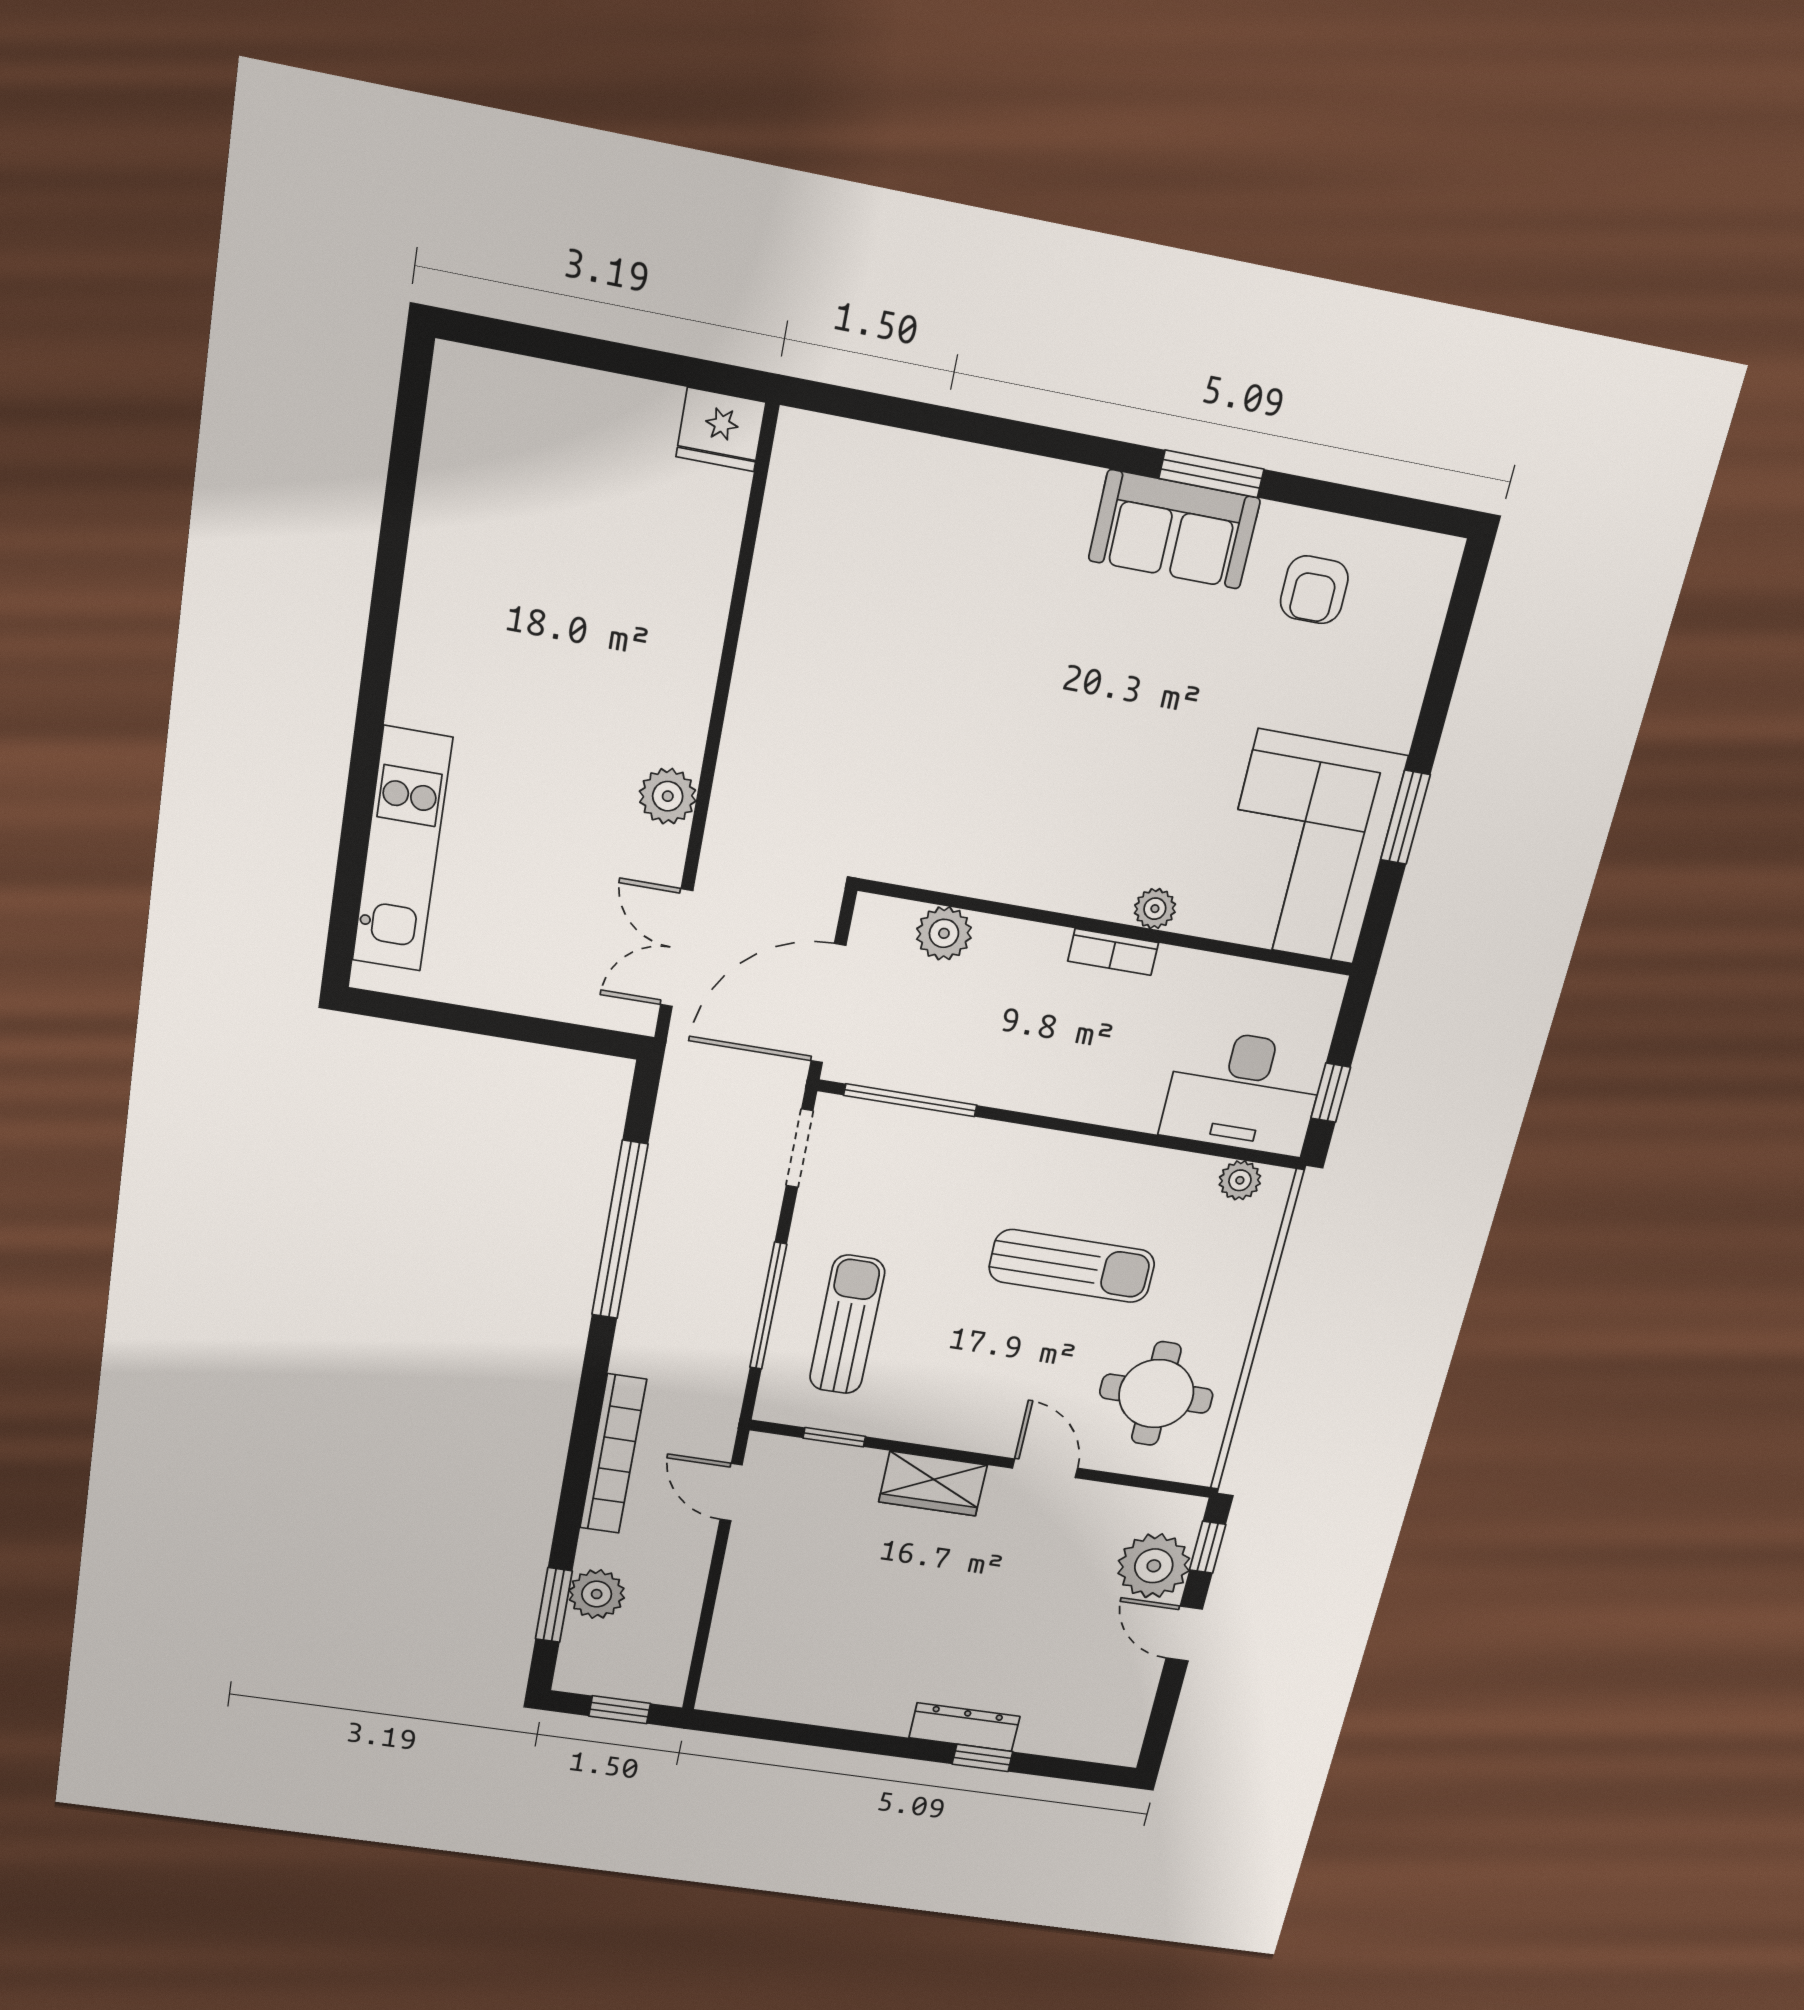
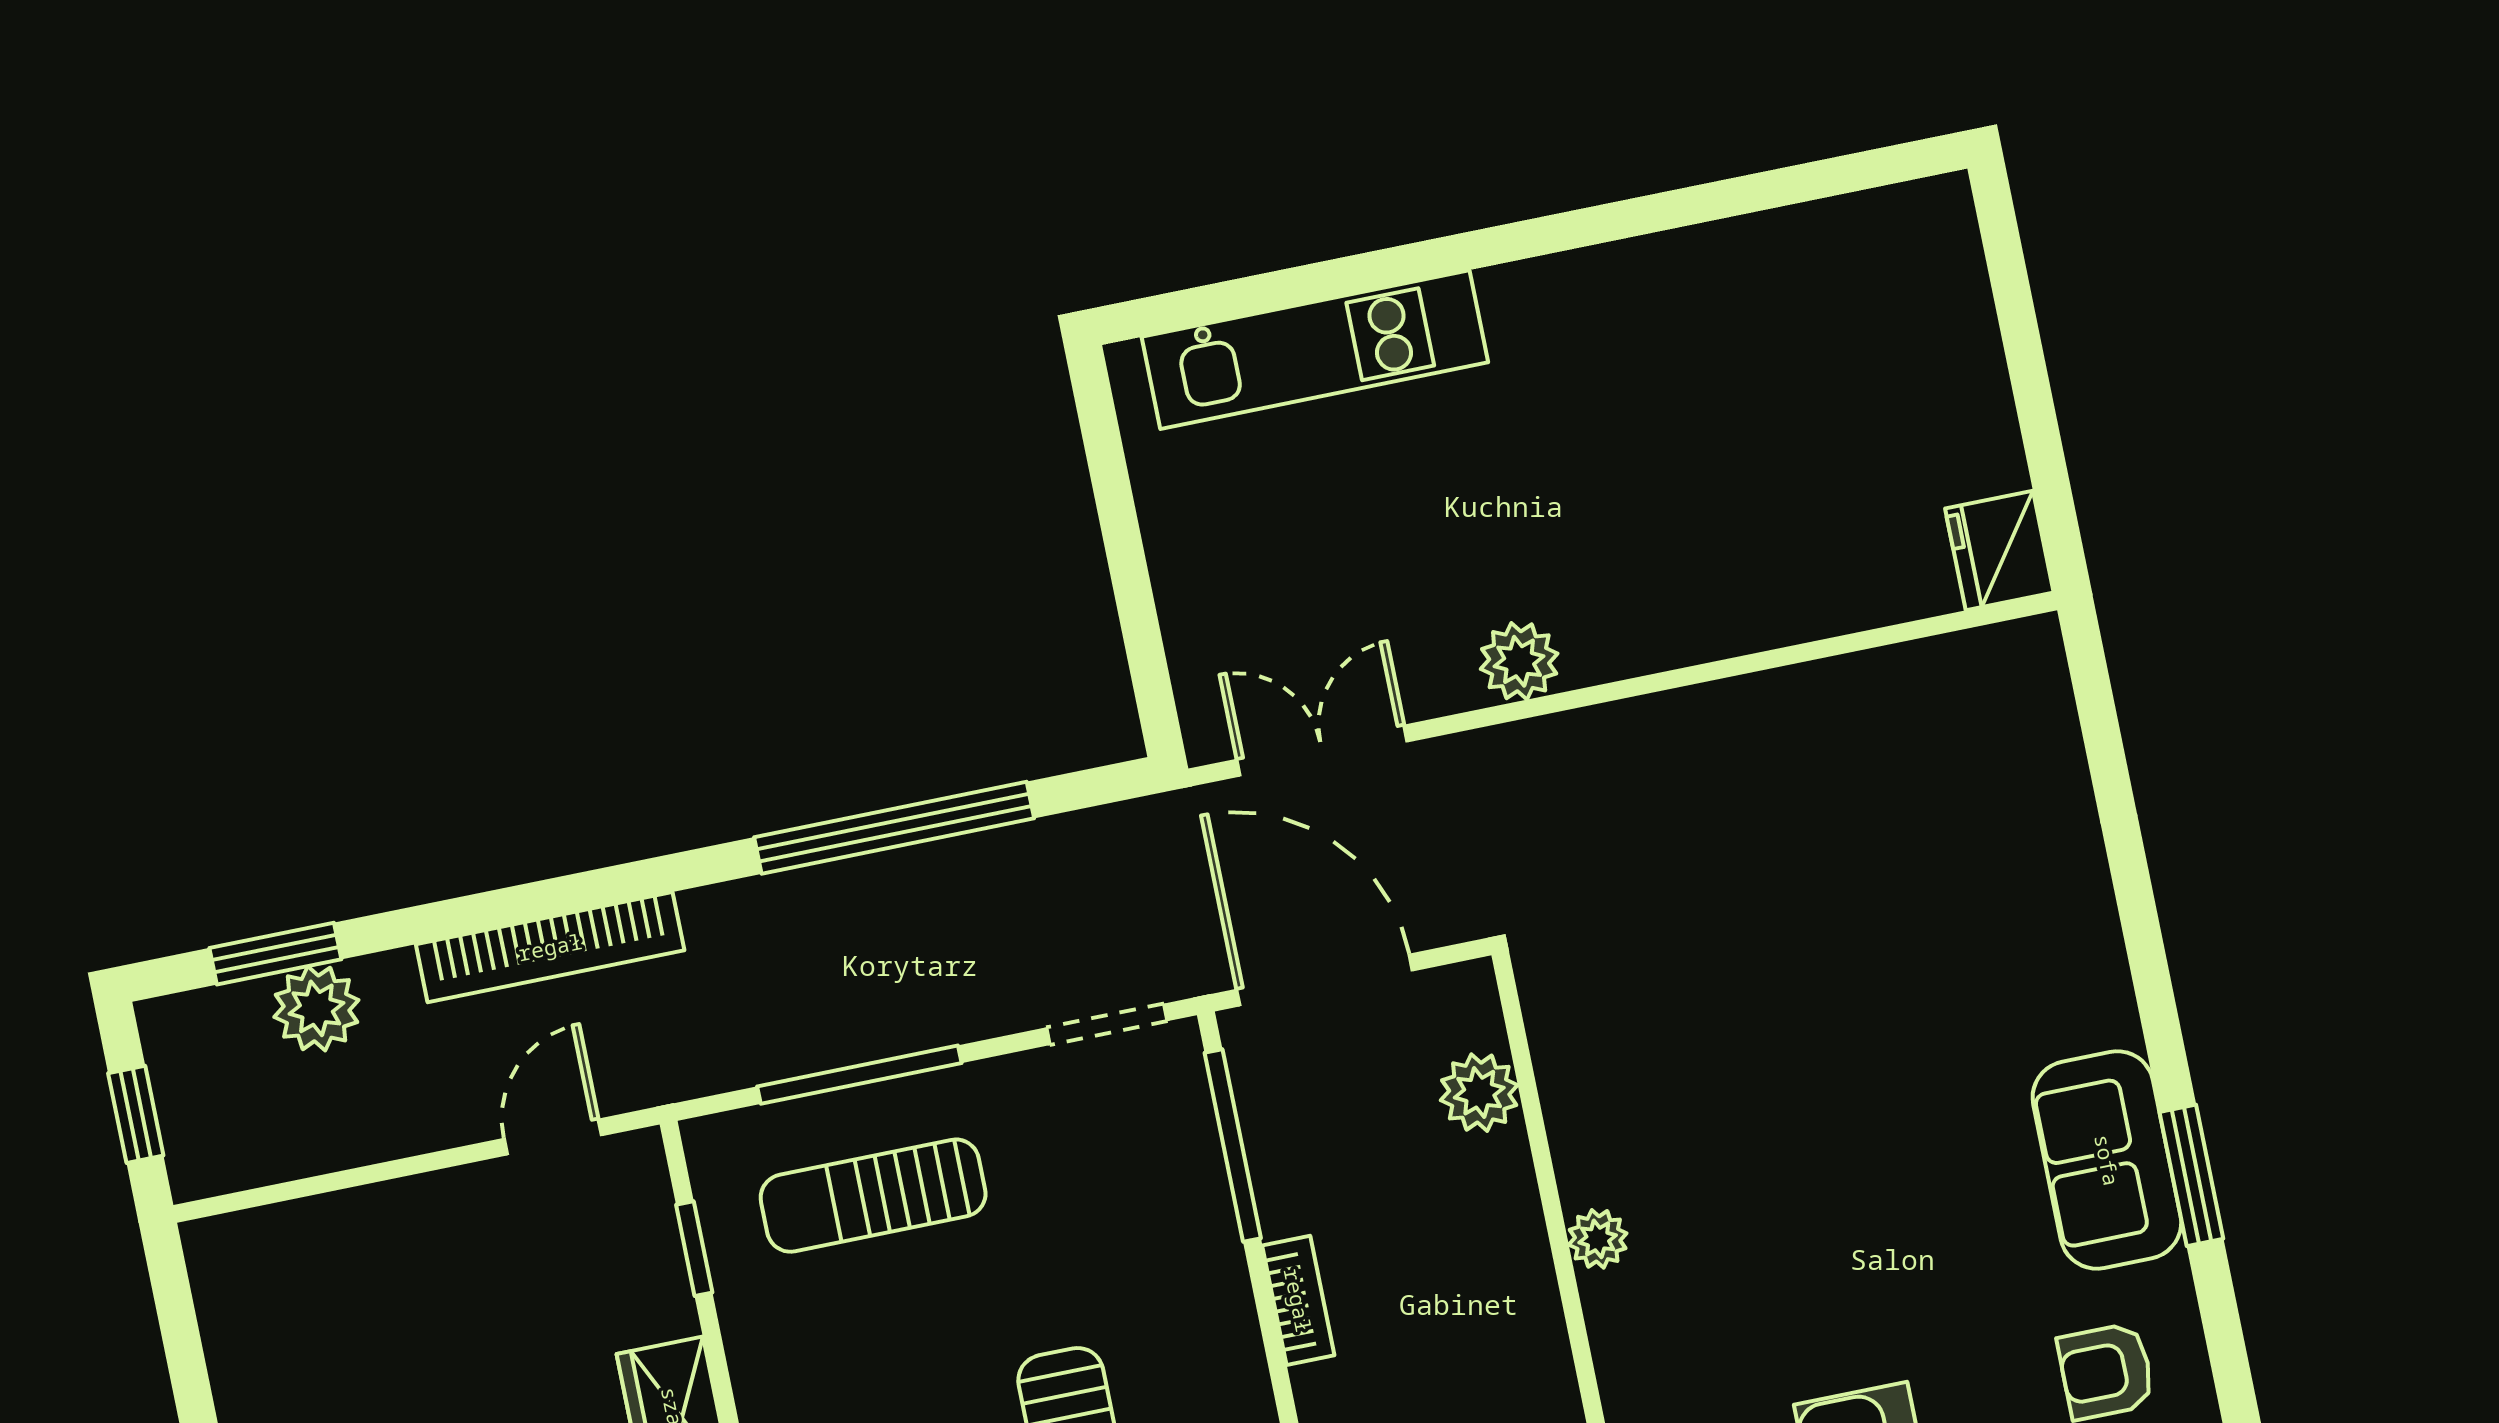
plant: (1155, 909) -> (1598, 1239), moved
bookcase: (1113, 952) -> (1298, 1300), moved, turned 180
sun lounger: (847, 1325) -> (873, 1196), turned 180

